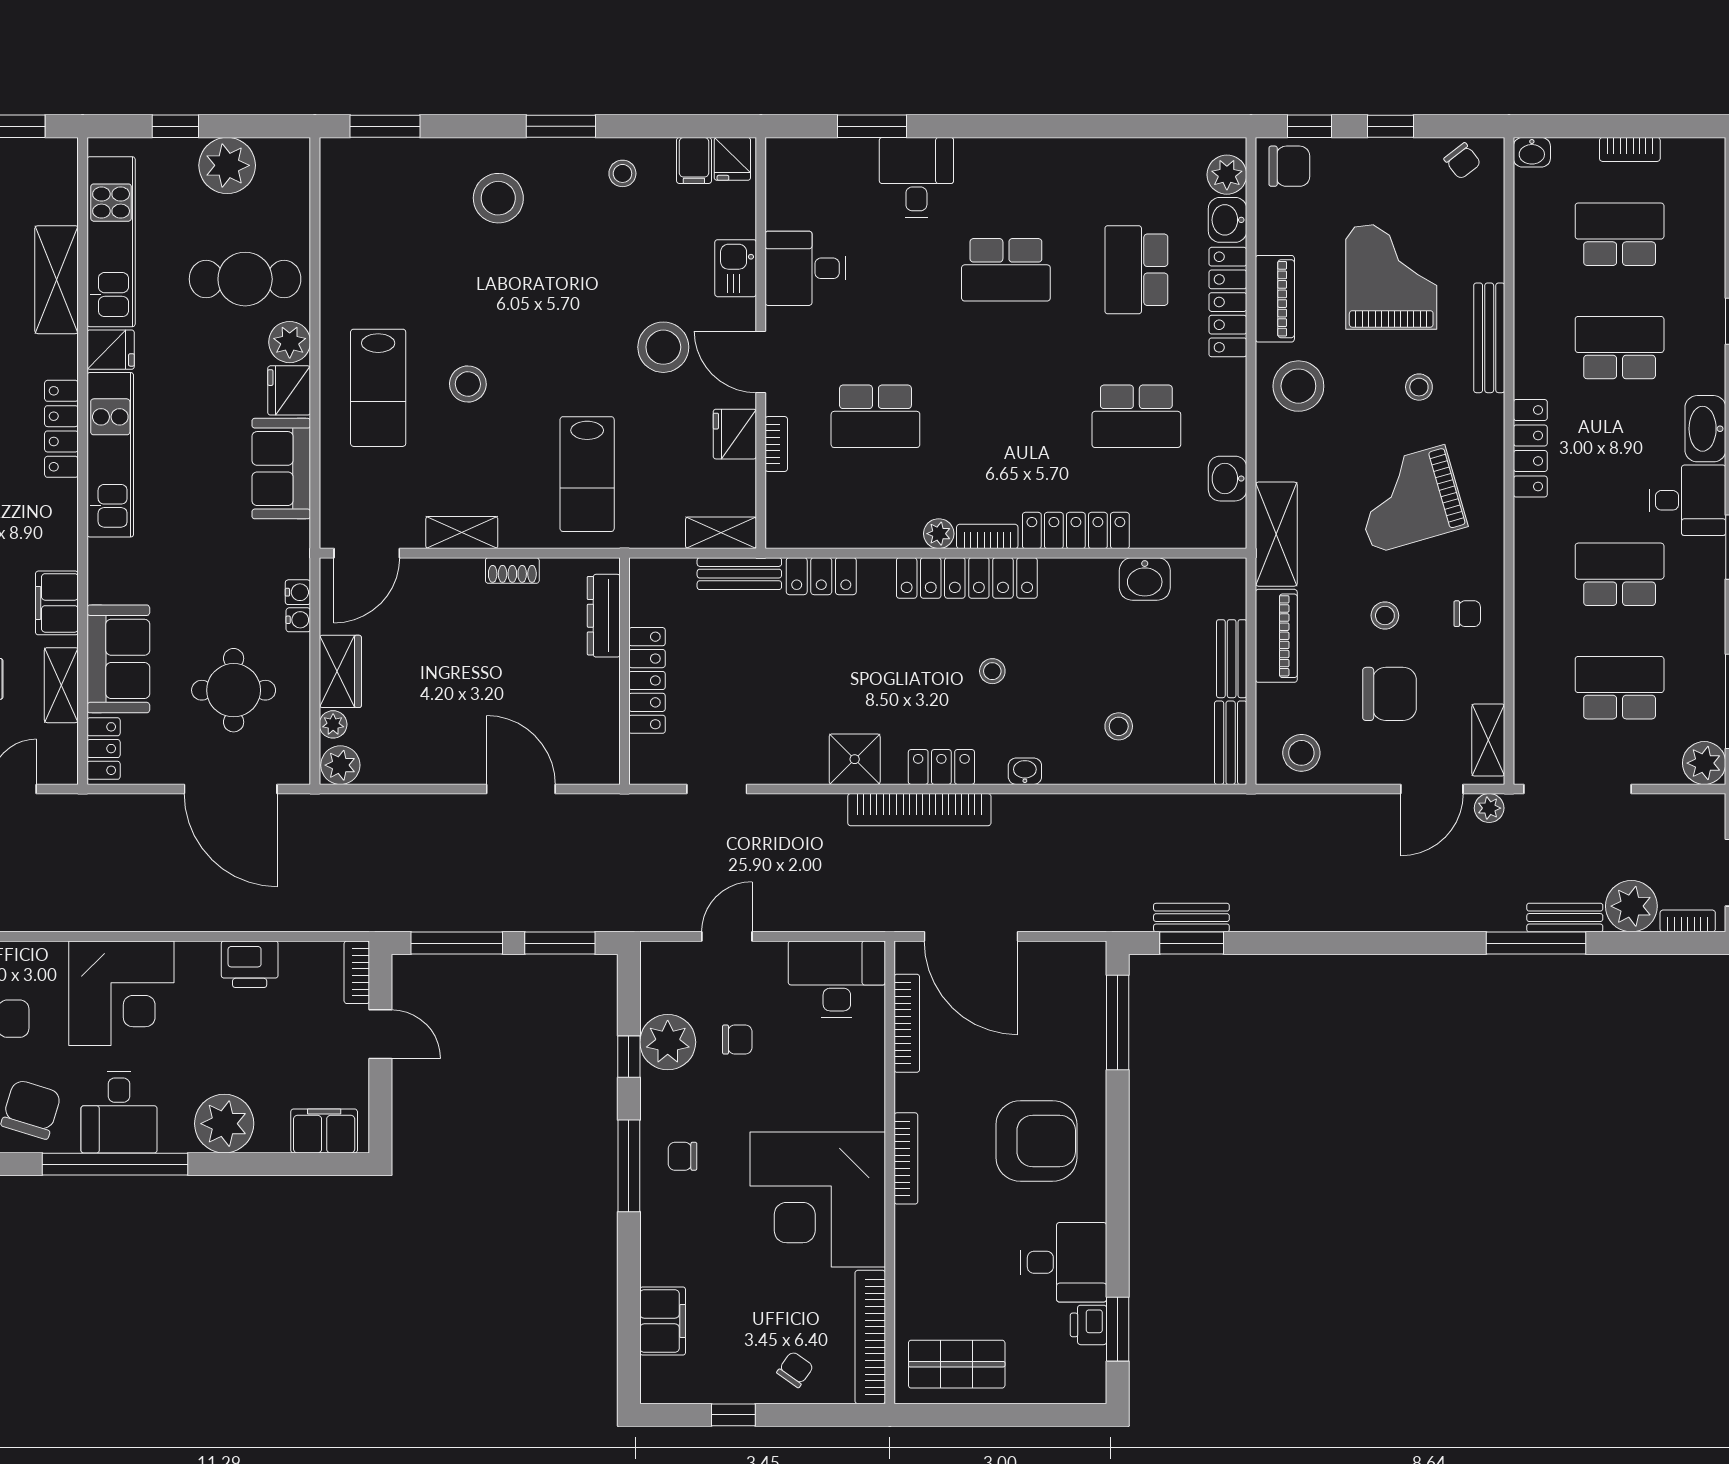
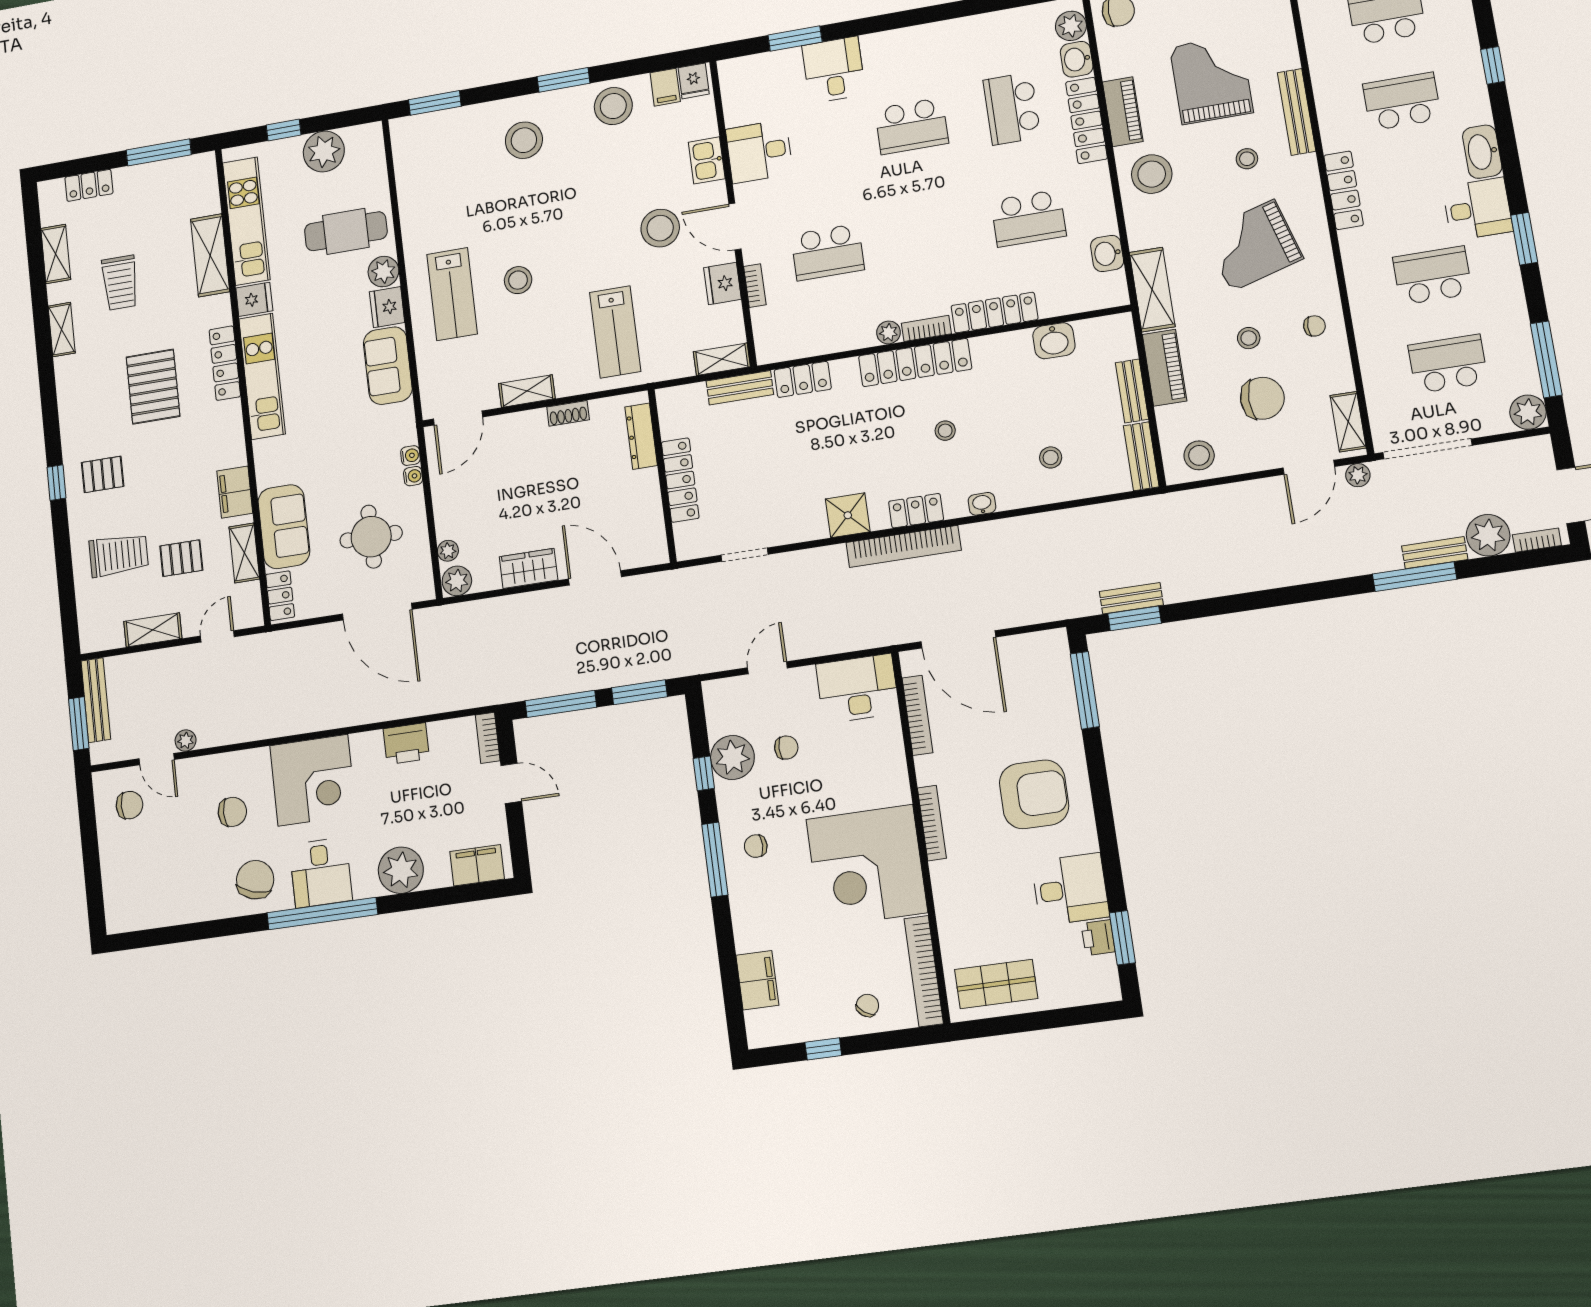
stool: (622, 173) -> (613, 106), width x1.89, depth x1.89
wardrobe: (340, 671) -> (529, 568), moved, turned -90

